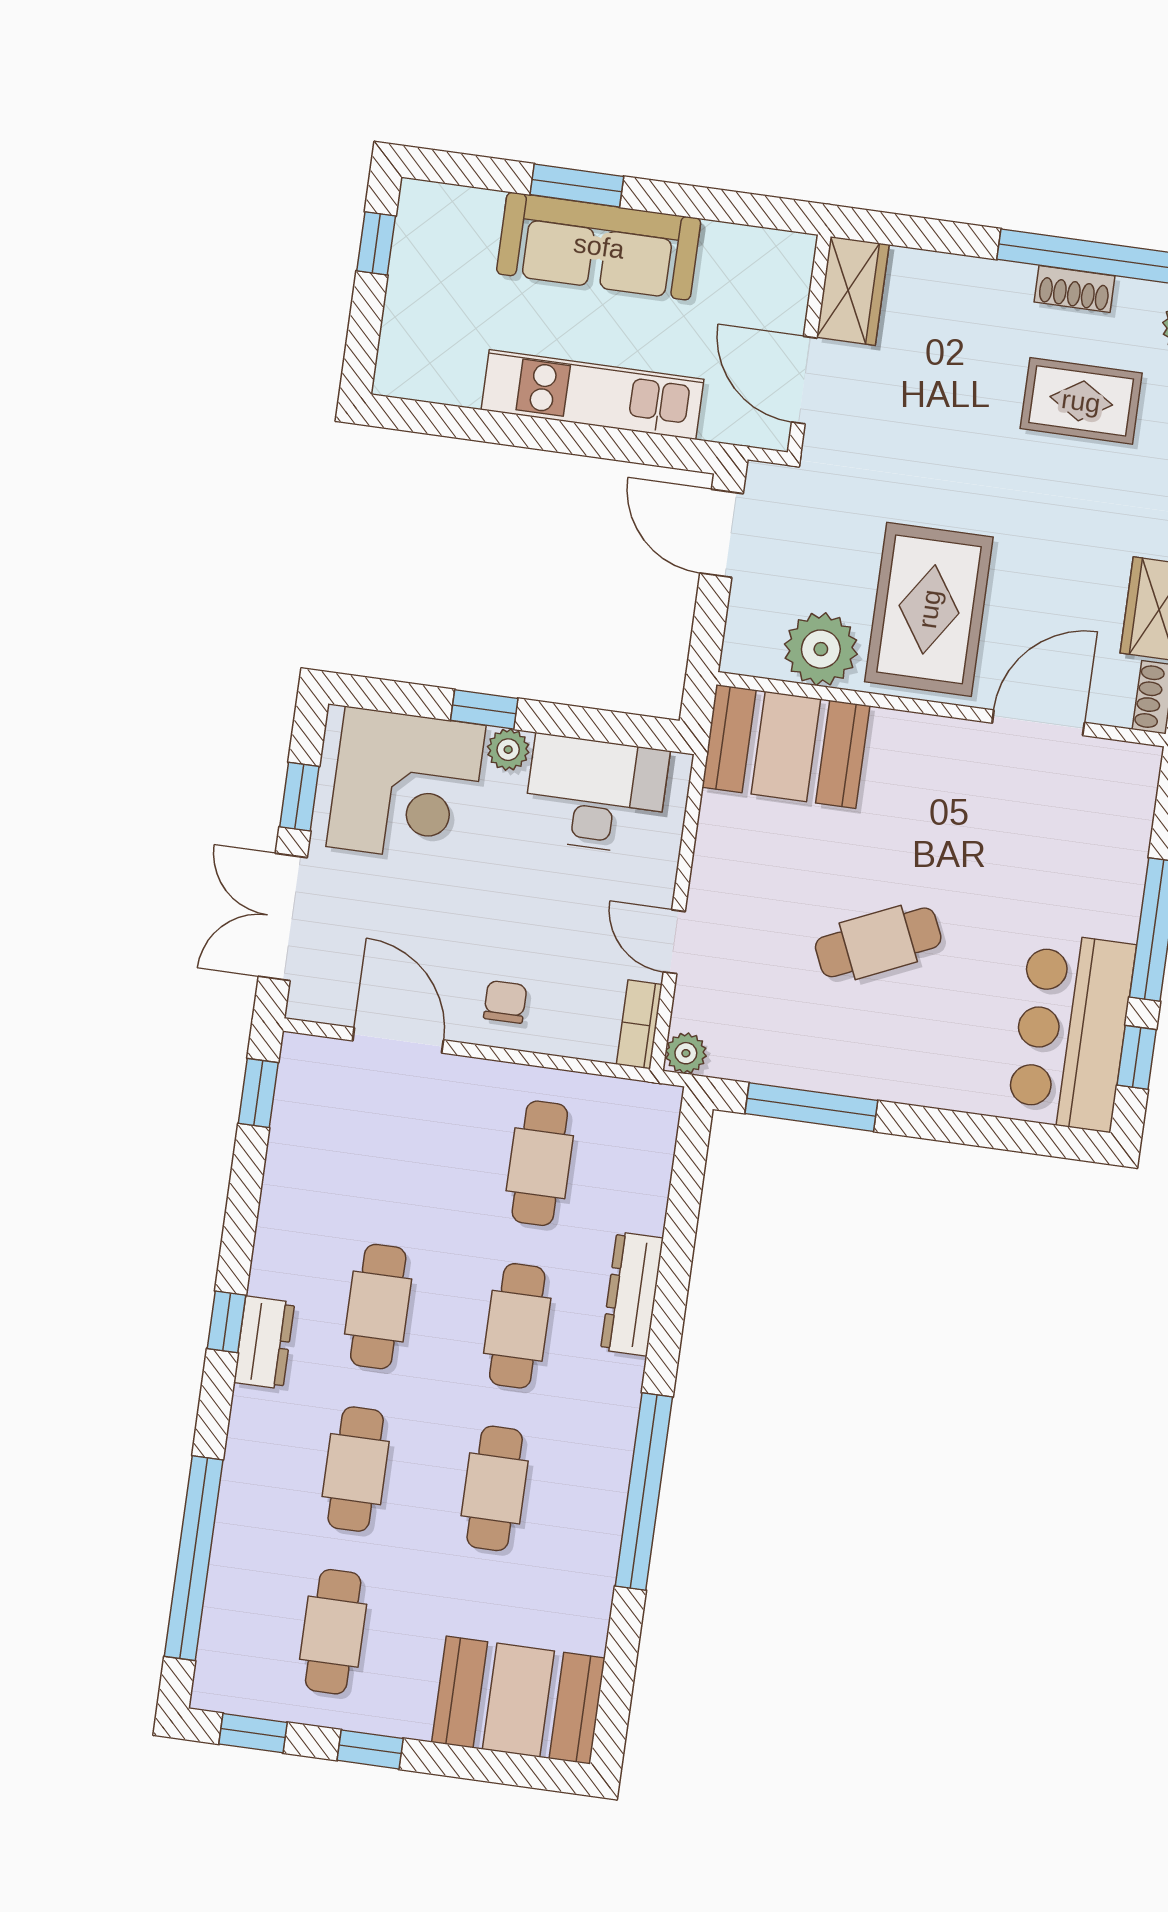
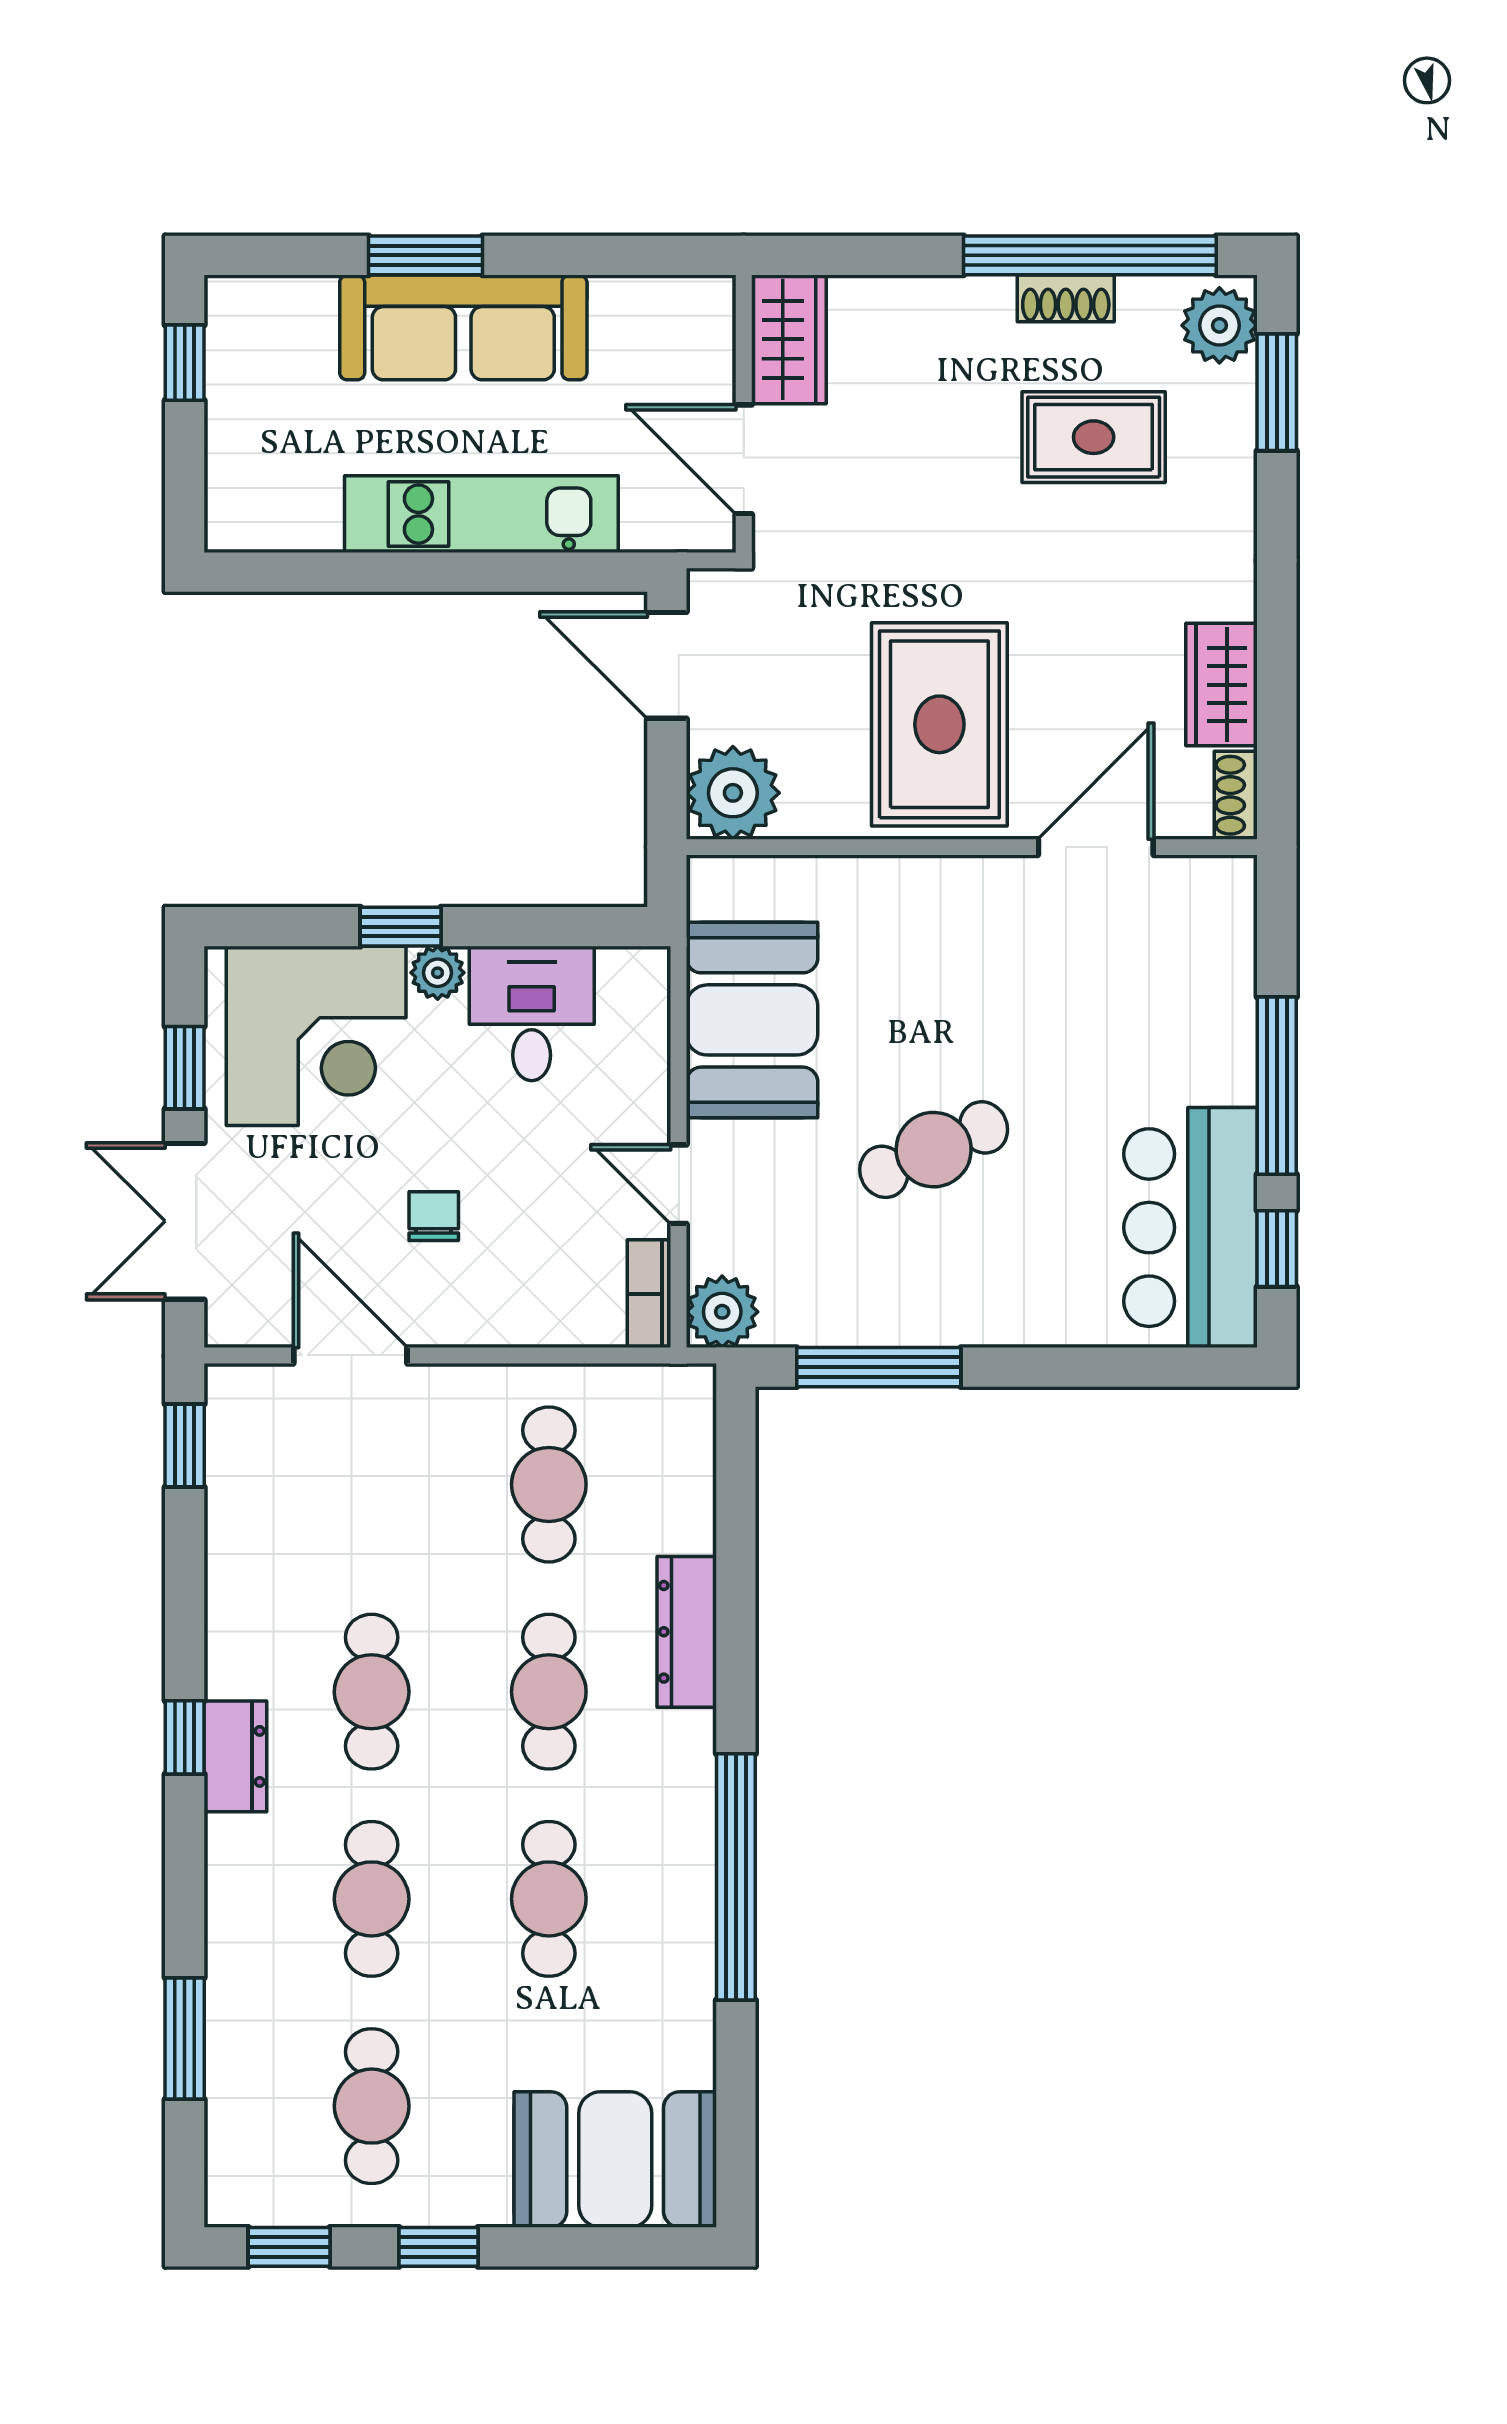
plant: (821, 649) -> (733, 793), moved
booth: (786, 746) -> (752, 1020), moved, turned 90
desk: (596, 794) -> (532, 1013), width x0.73
chair: (505, 1002) -> (434, 1216), moved
plant: (686, 1053) -> (722, 1312), width x1.38, depth x1.38
window: (194, 1558) -> (185, 2038), width x0.47

